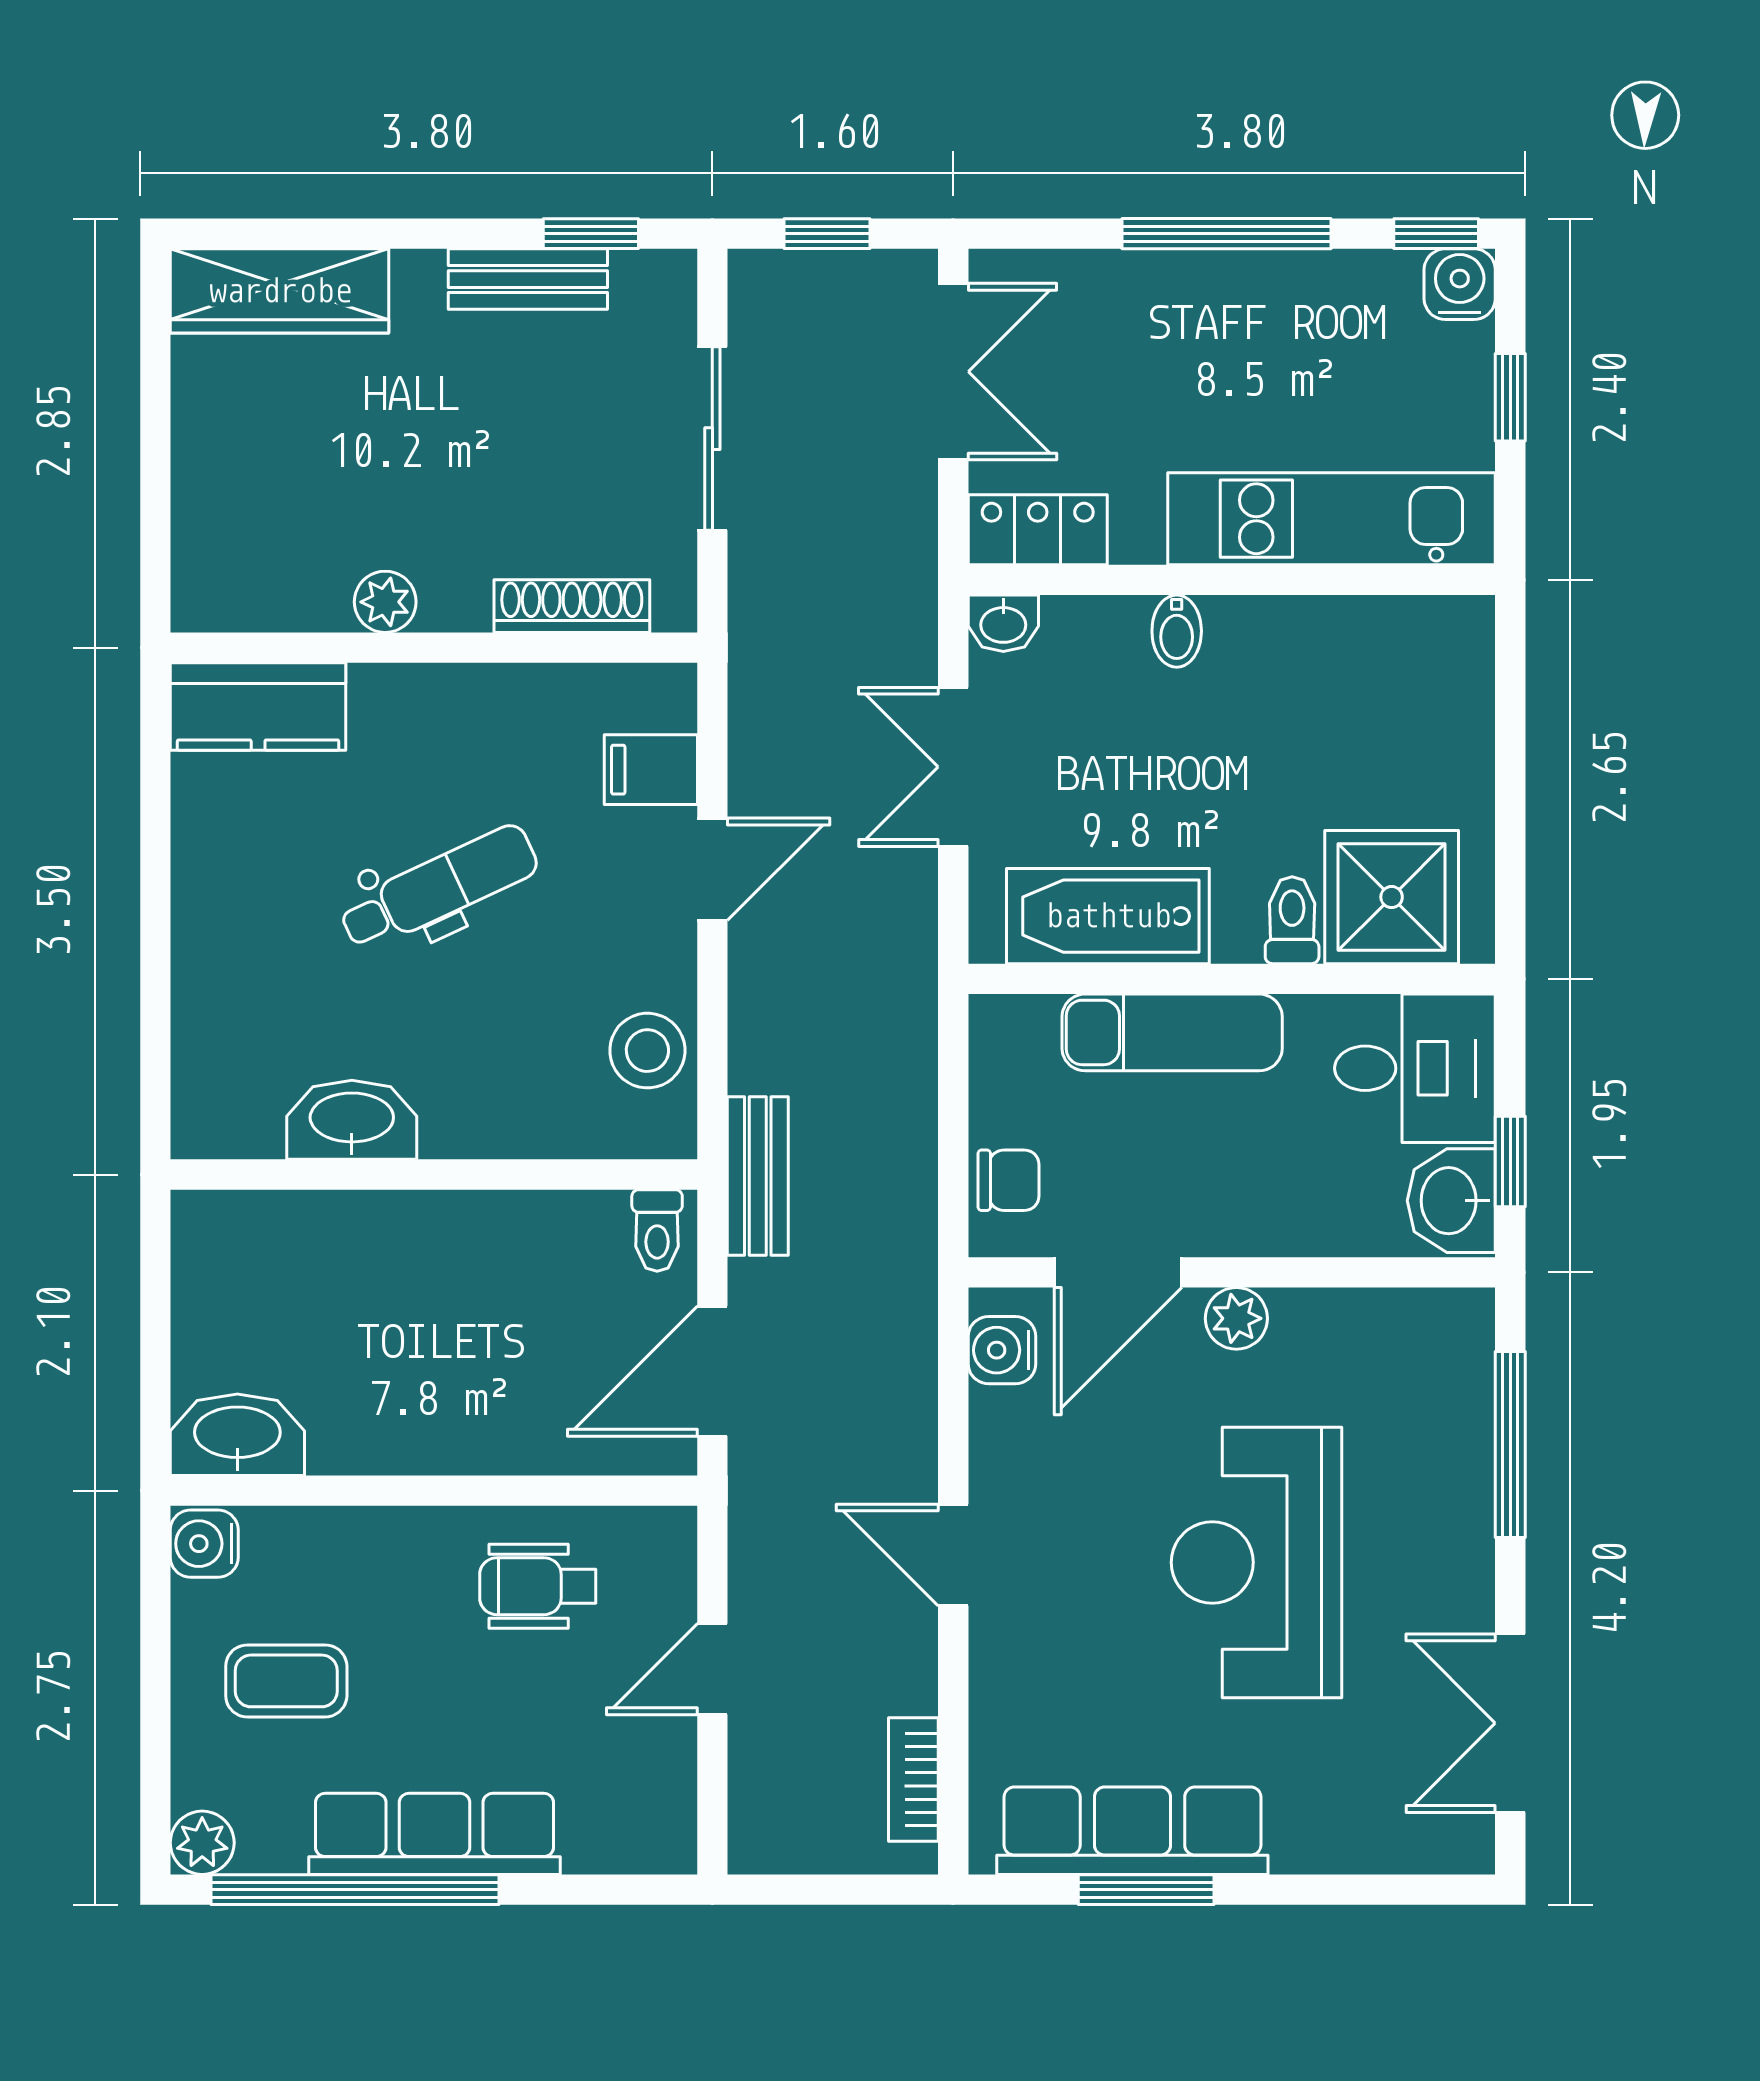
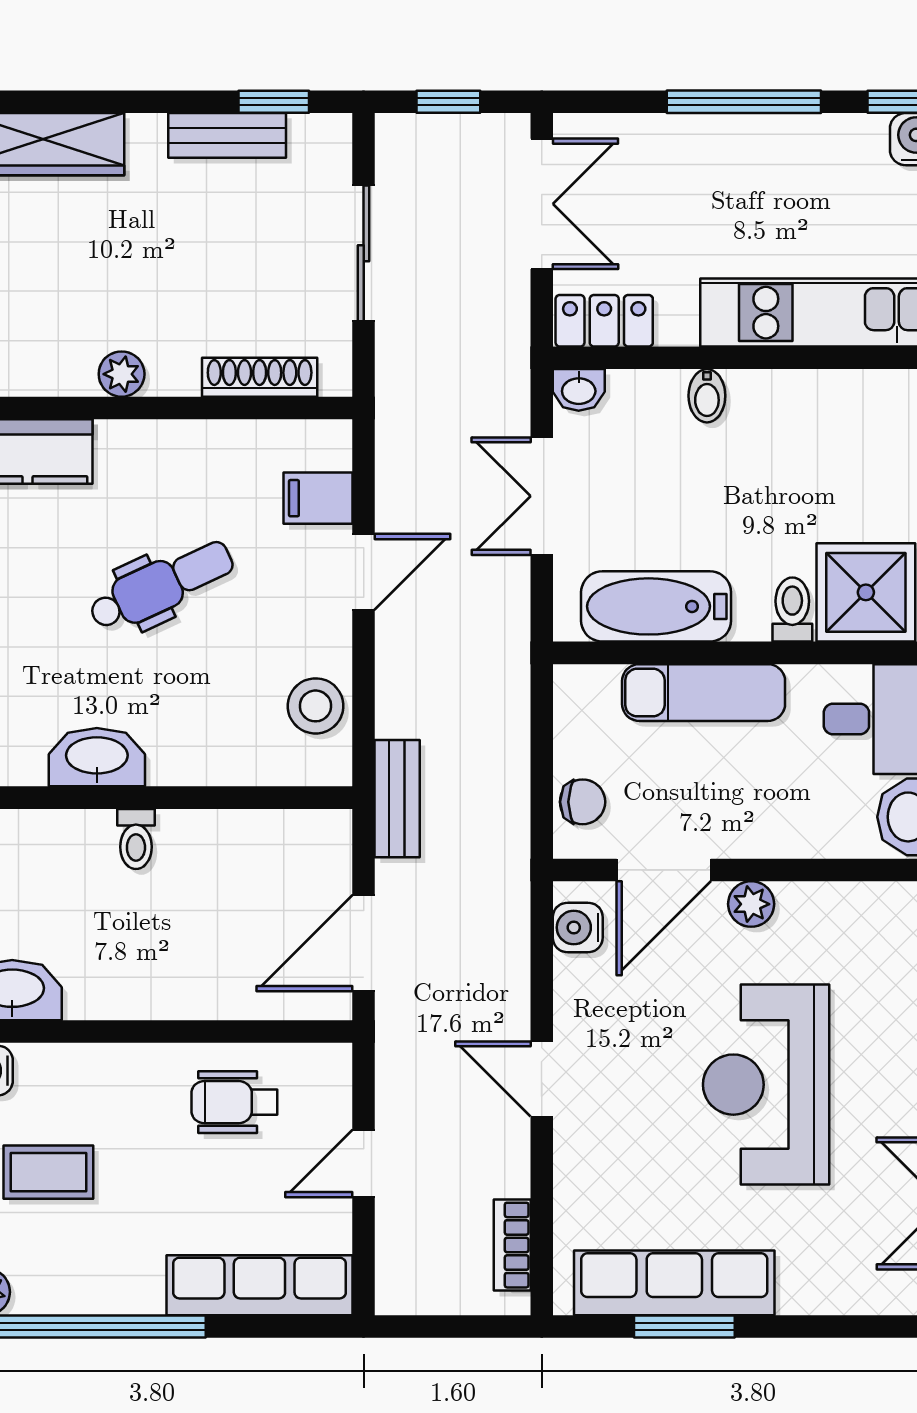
toilet: (657, 1230) -> (136, 839), moved
row of seats: (434, 1834) -> (259, 1285), moved

